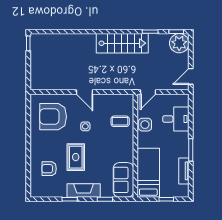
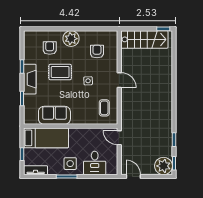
stairs: (122, 43) -> (144, 39), moved, turned -90
door: (85, 92) -> (119, 80), swing flipped
armchair: (53, 117) -> (97, 51), width x0.53, depth x0.53
coffee table: (120, 121) -> (104, 108), moved
side table: (145, 125) -> (70, 164), moved
plant: (39, 145) -> (71, 39), added
tv unit: (184, 171) -> (36, 170), moved
sofa: (123, 180) -> (54, 115), moved

